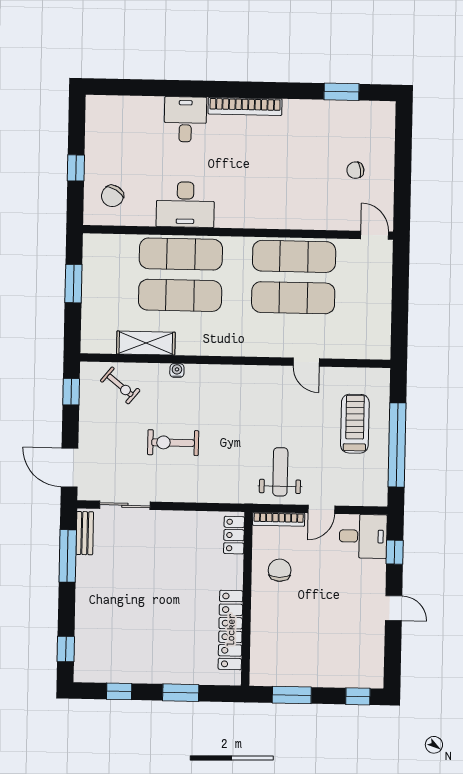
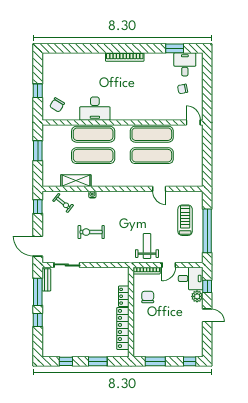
desk: (185, 119) -> (185, 64), moved
locker: (234, 535) -> (124, 296), moved
plant: (375, 571) -> (197, 296), added
window: (66, 649) -> (38, 320), moved

